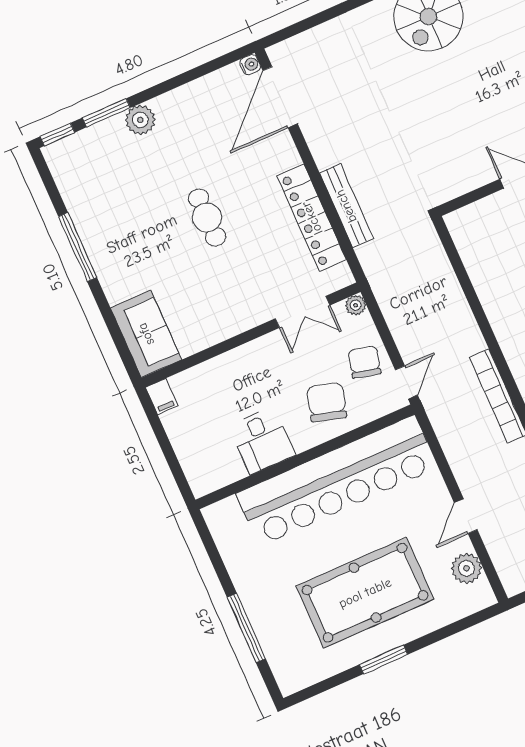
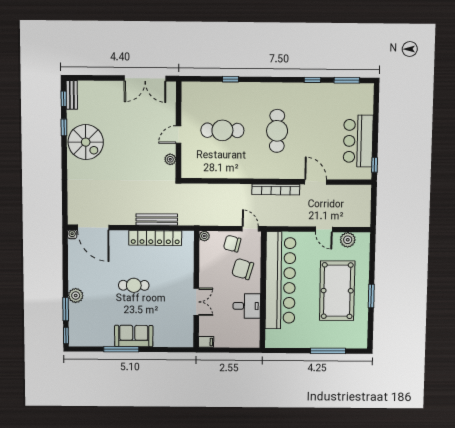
plant: (466, 182) -> (170, 159), added
double door: (303, 312) -> (196, 302), moved
sofa: (146, 334) -> (134, 336), moved

